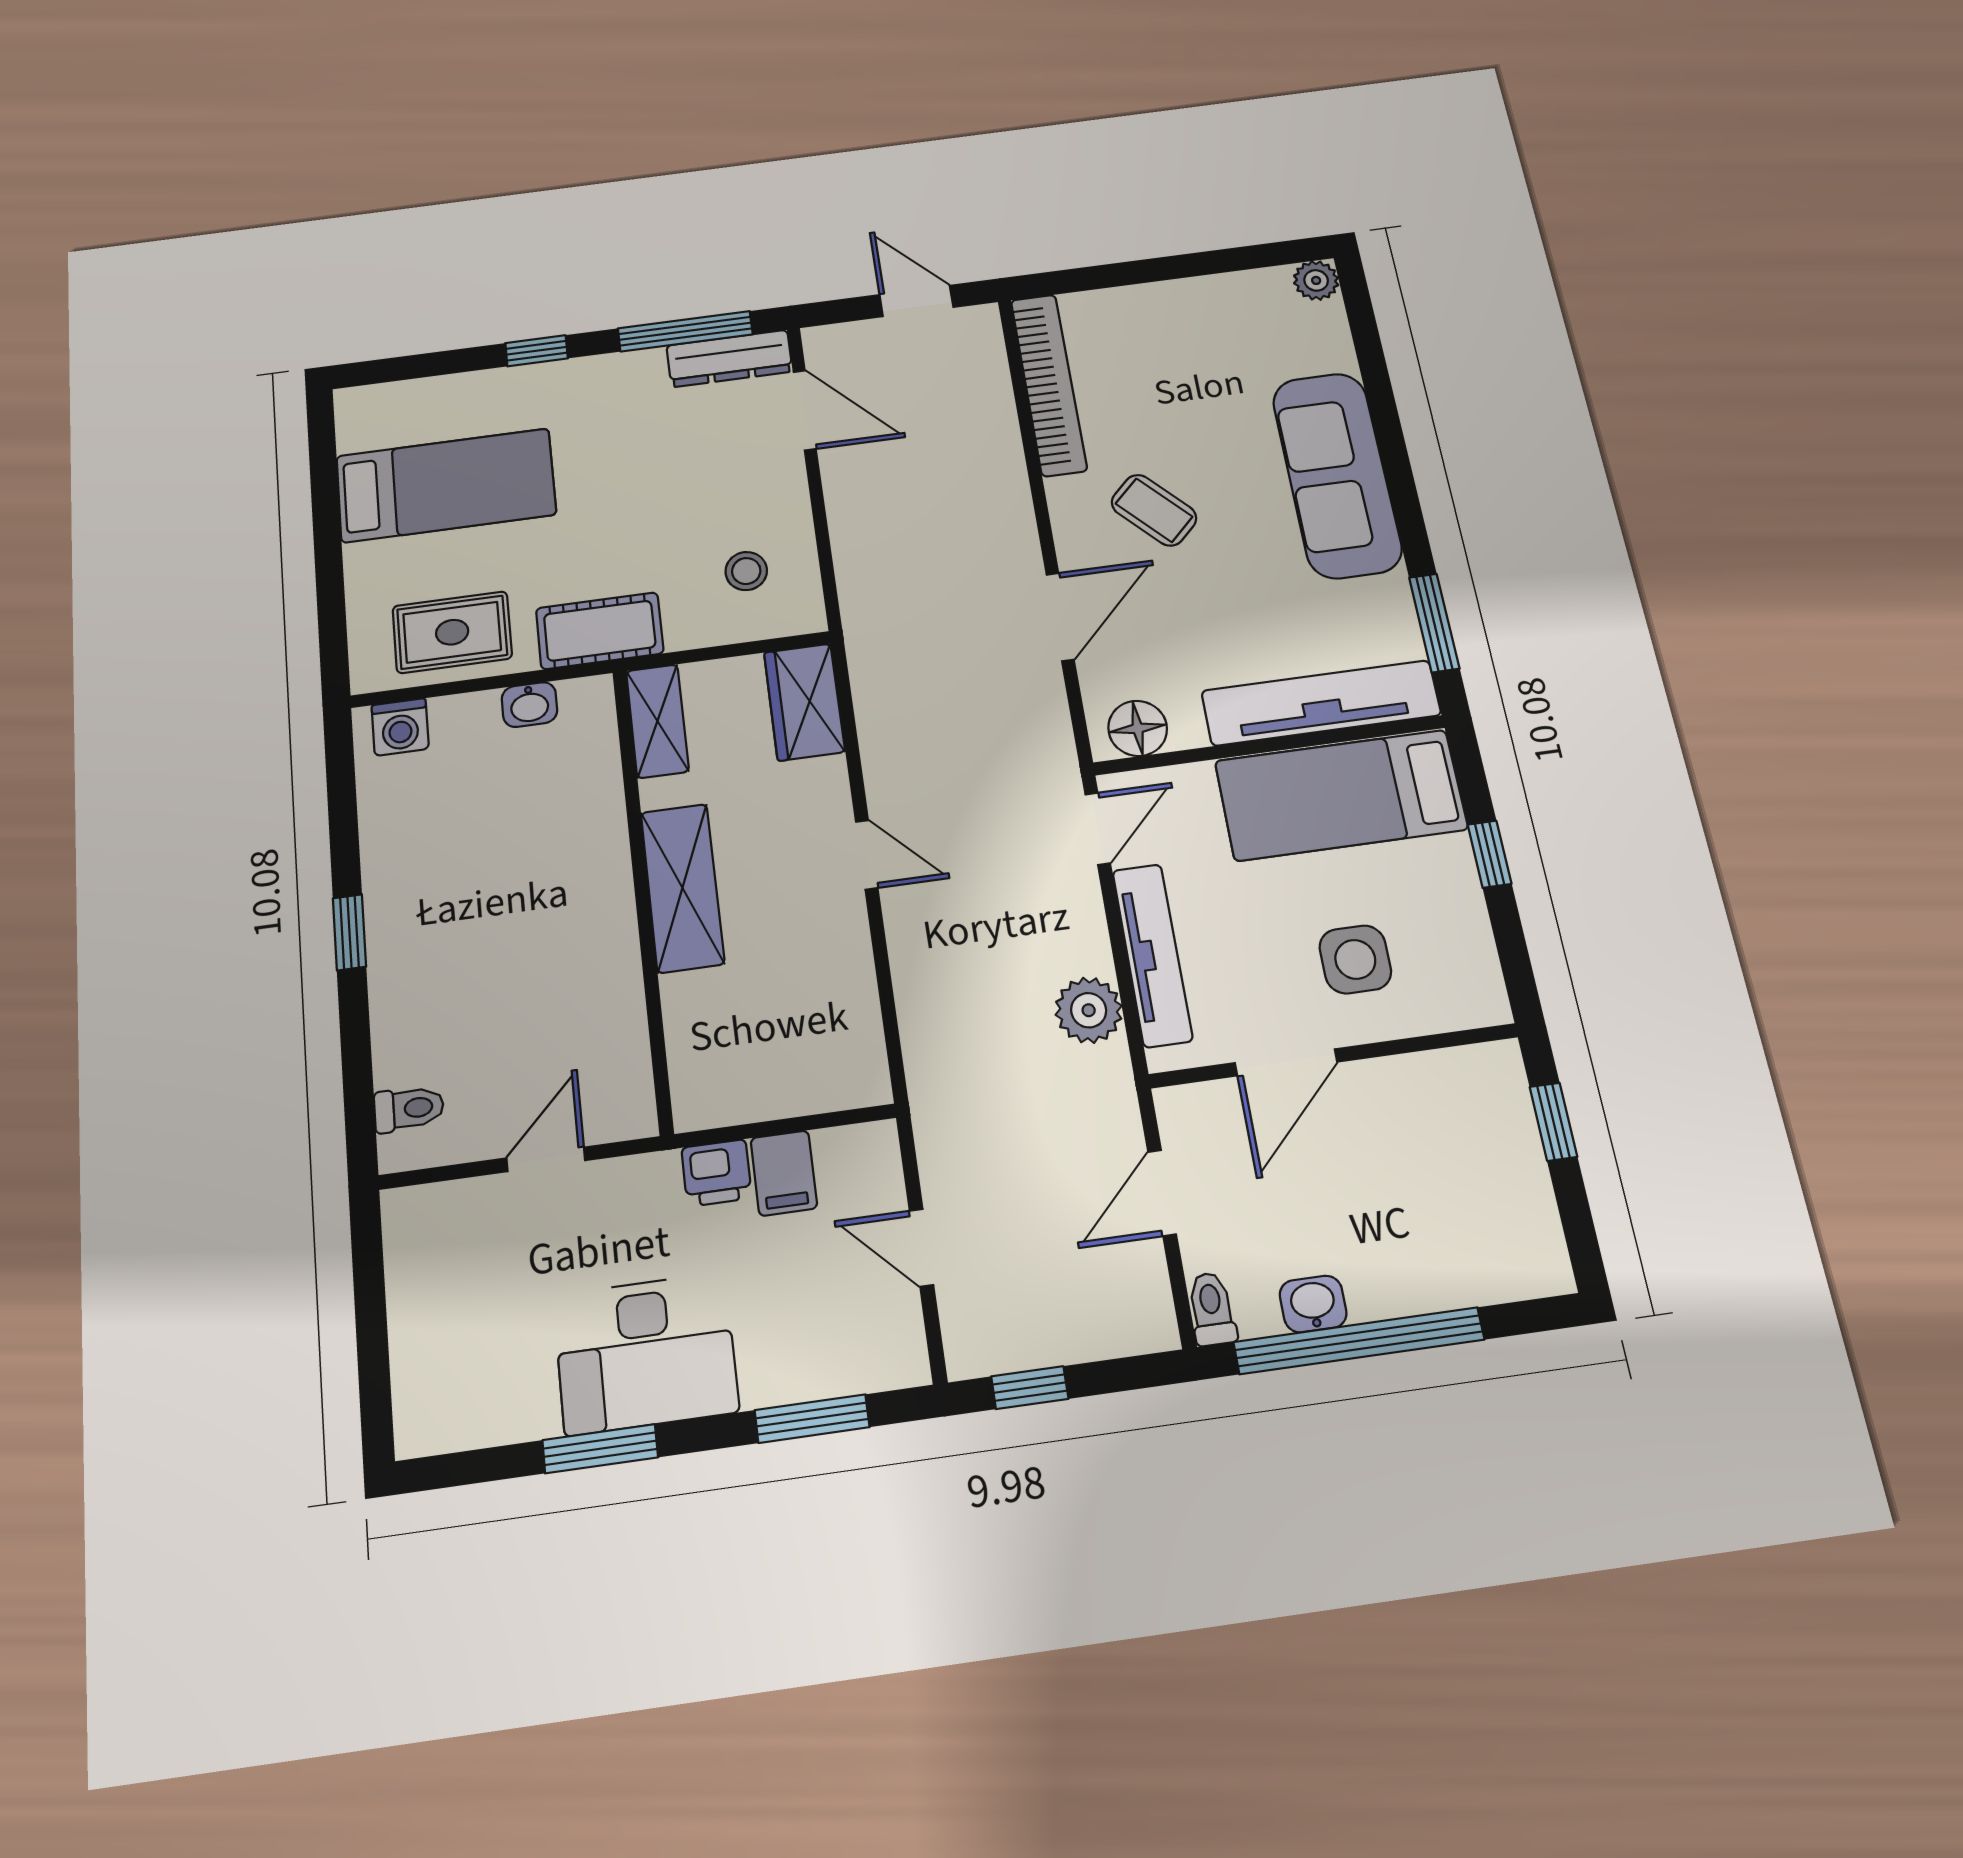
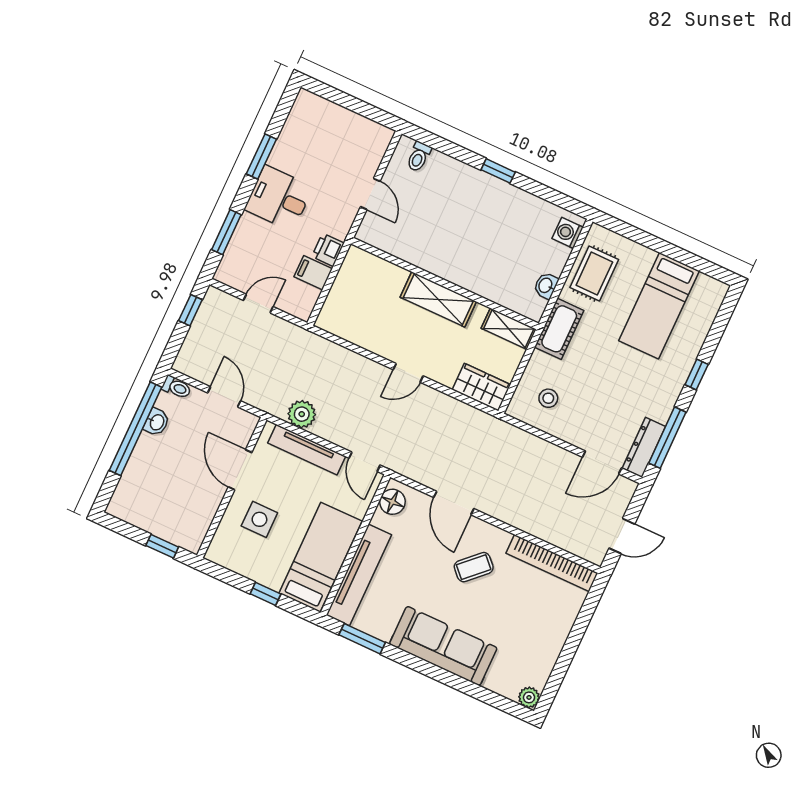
desk: (646, 1353) -> (279, 198), width x0.73

